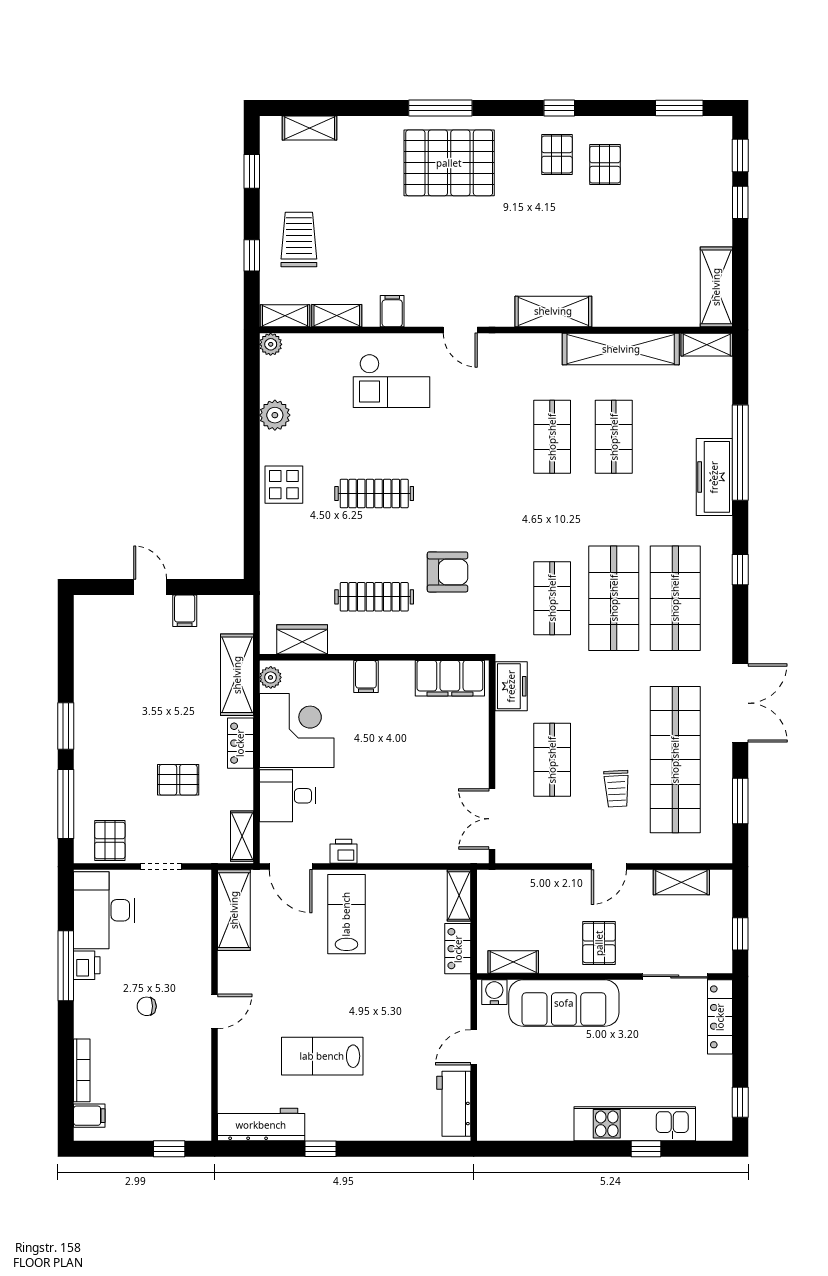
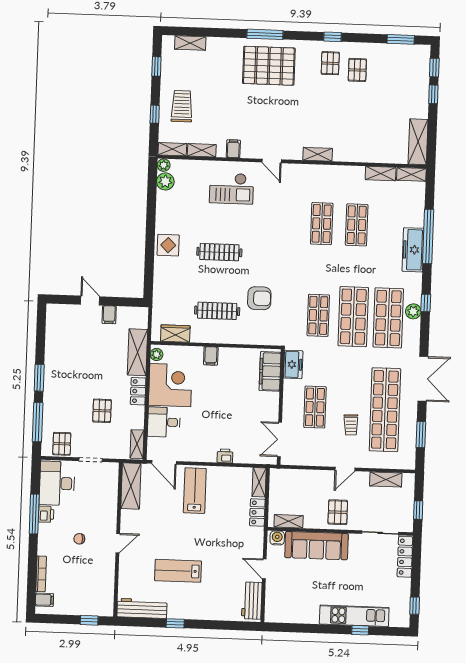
shelving: (553, 311) -> (318, 154), width x0.67, depth x0.75
shelving: (621, 349) -> (381, 173), width x0.45, depth x0.75
plant: (275, 415) -> (165, 181), moved
plant: (719, 585) -> (413, 311), added
filing cabinet: (450, 678) -> (270, 371), moved, turned 90
pallet: (178, 780) -> (102, 411), turned 90
printer: (344, 851) -> (225, 456), moved
door: (474, 1047) -> (264, 569), hinge flipped

